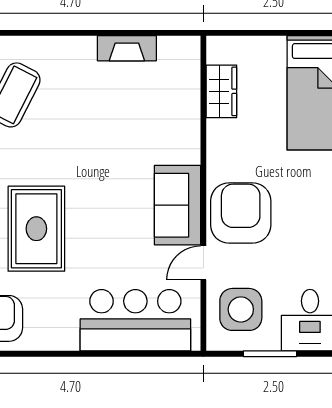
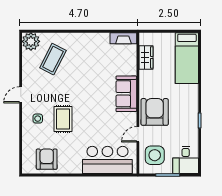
fireplace: (127, 48) -> (123, 38), moved
sofa: (178, 205) -> (126, 94), moved
rug: (36, 229) -> (63, 119), width x0.73, depth x0.70

